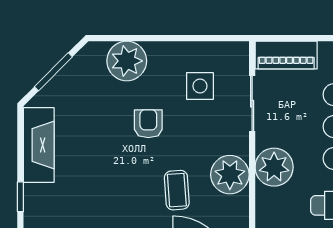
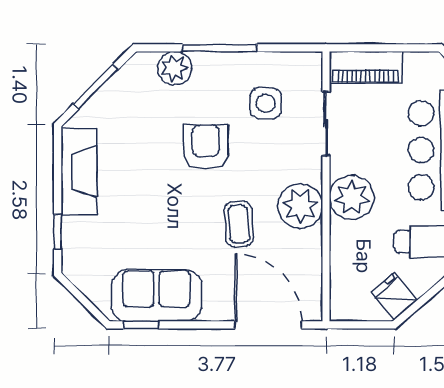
window: (160, 38) -> (220, 48), added
plant: (127, 61) -> (175, 68), width x0.73, depth x0.73
armchair: (148, 124) -> (206, 147), width x1.38, depth x1.38

